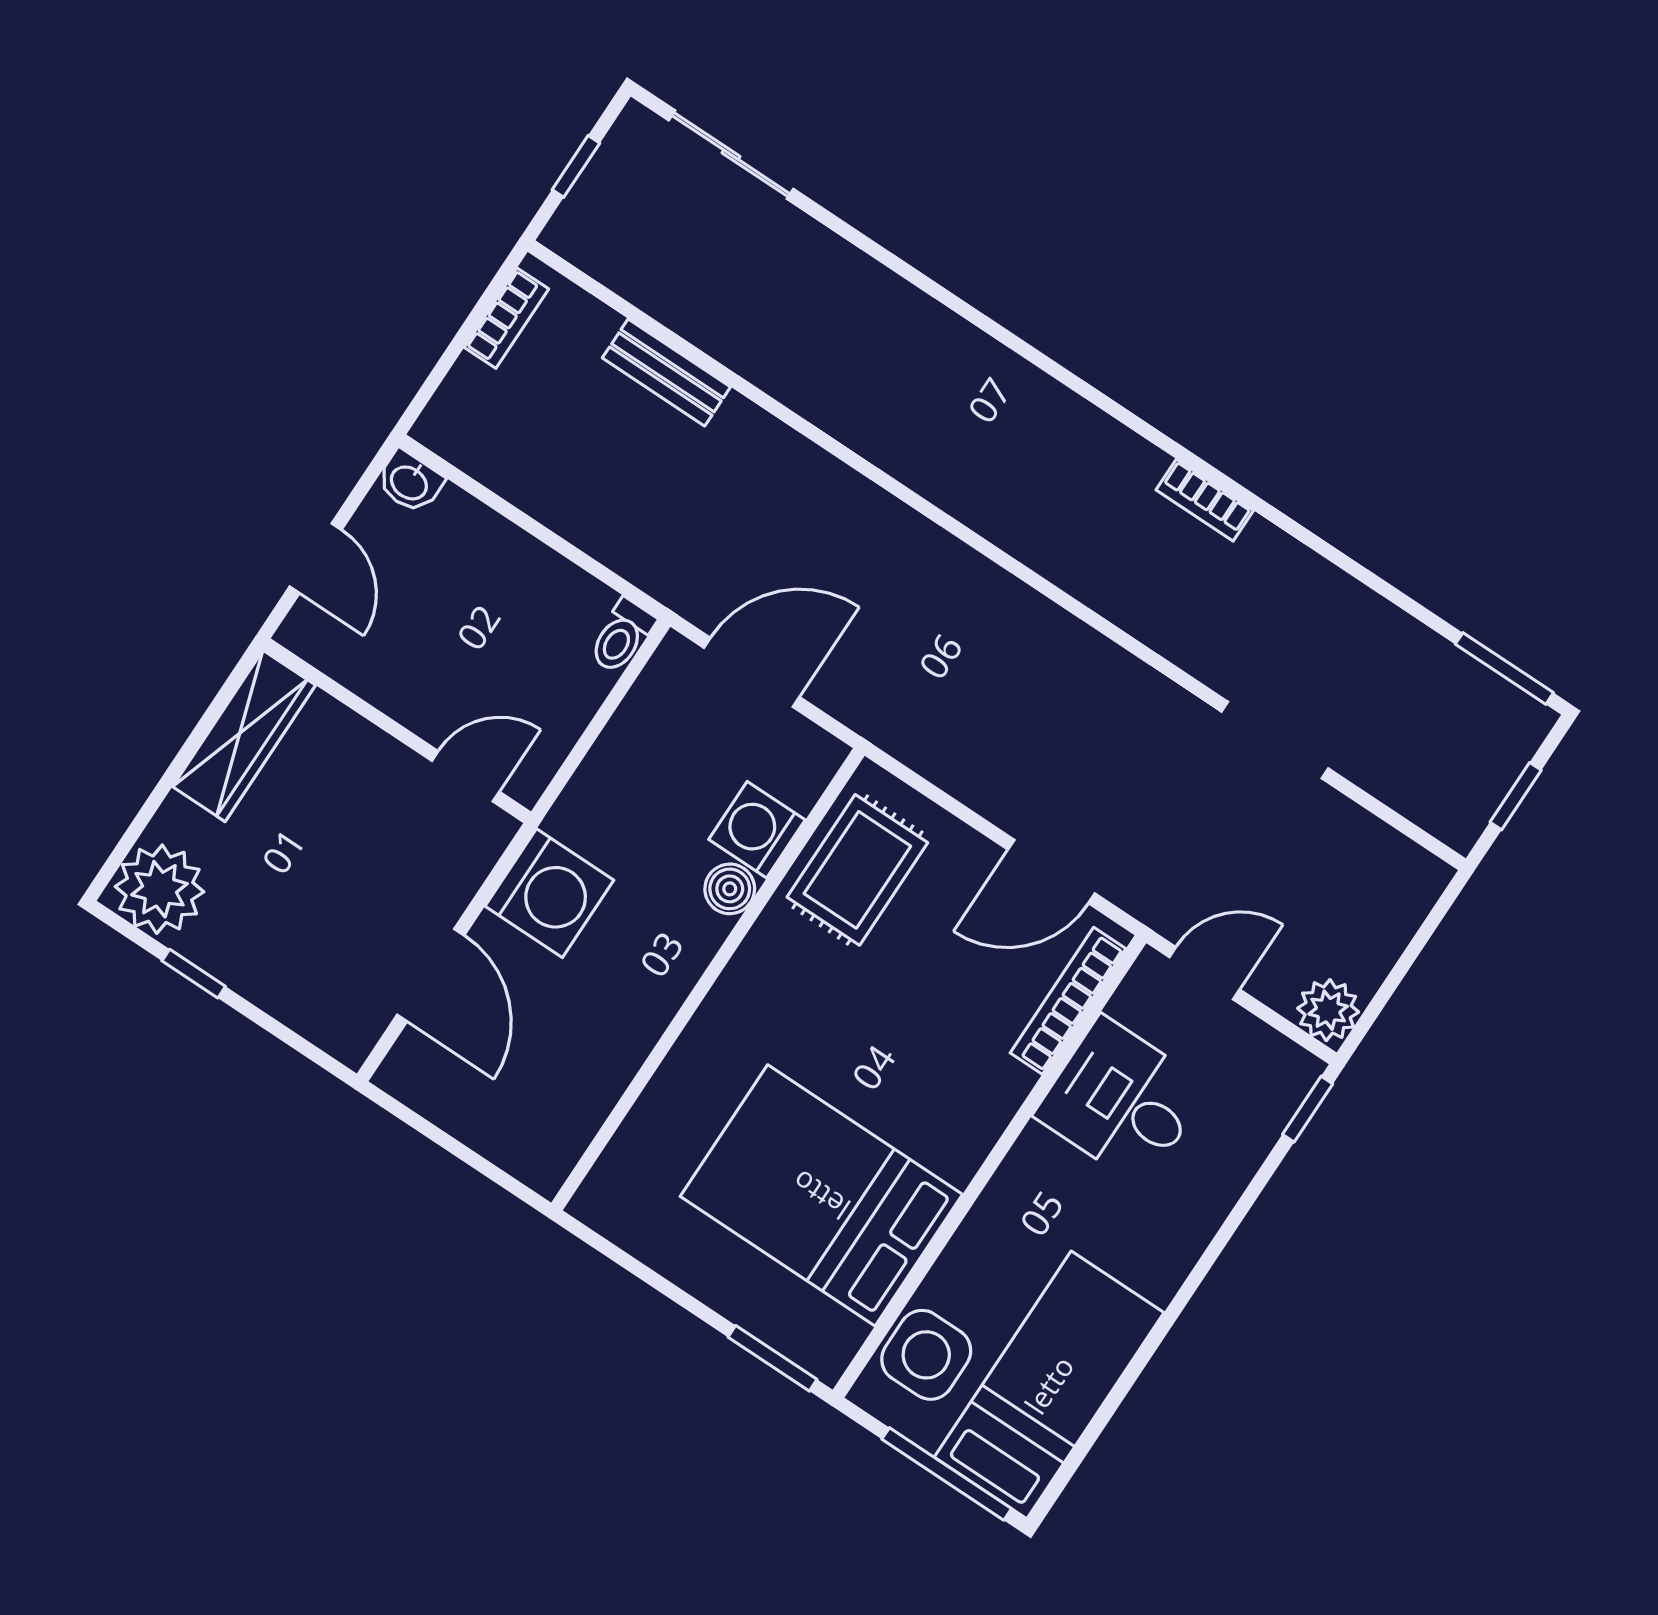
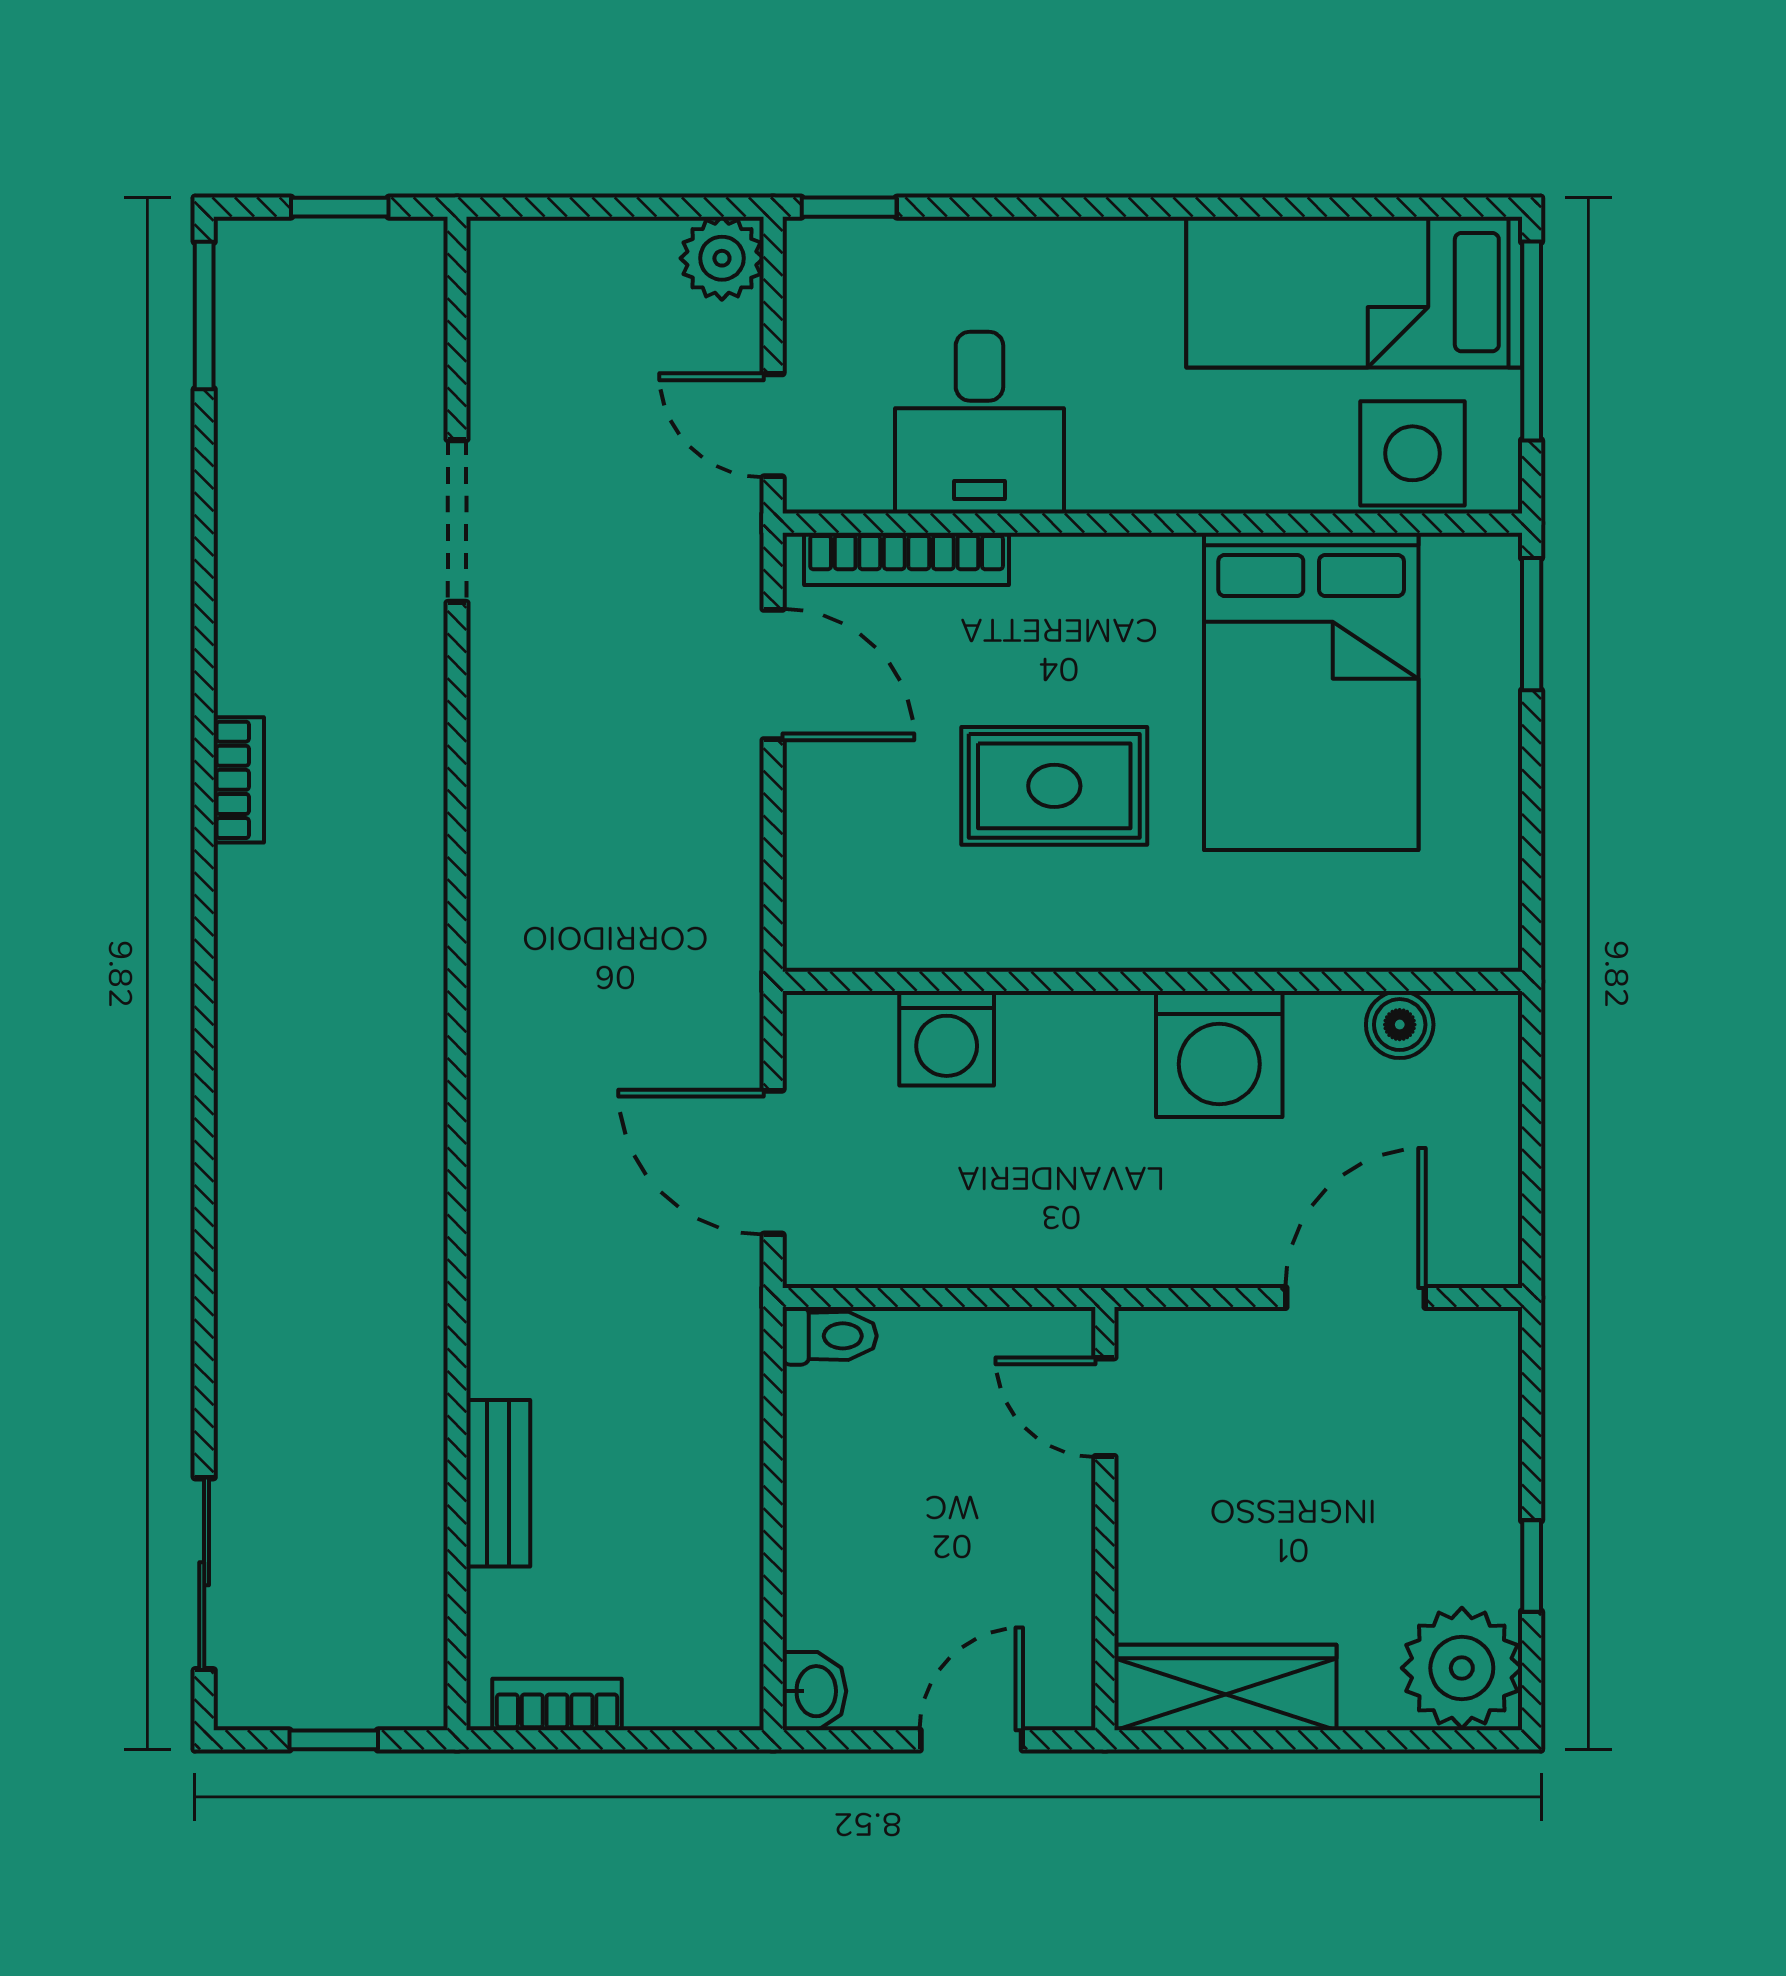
rug: (857, 870) -> (1054, 786), moved
boiler: (730, 889) -> (1400, 1025), moved
washing machine: (549, 893) -> (1219, 1054), moved, turned 180

